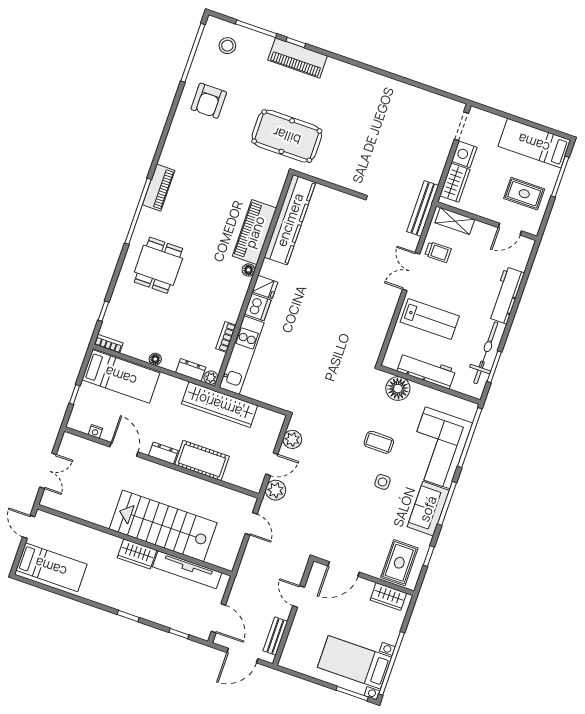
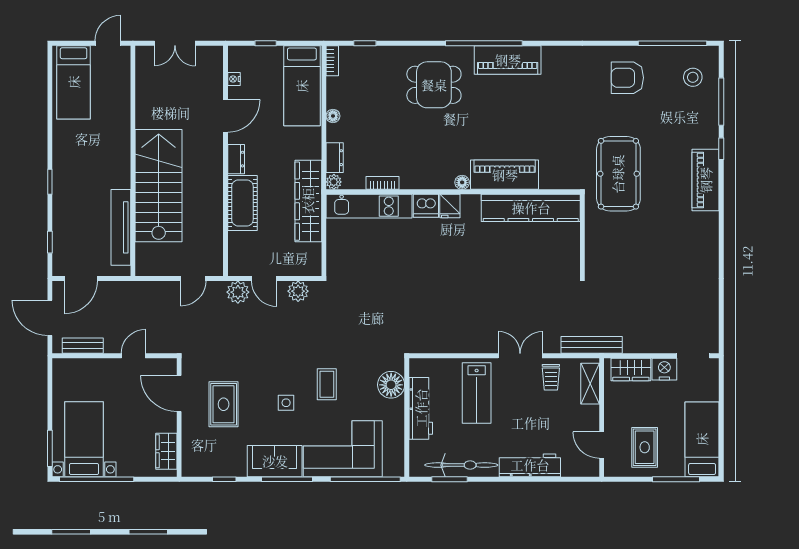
piano: (298, 58) -> (706, 180), moved
piano: (159, 188) -> (508, 60), width x1.37, depth x1.33
wardrobe: (137, 554) -> (119, 168), removed
rug: (399, 563) -> (224, 404), moved, turned 90

